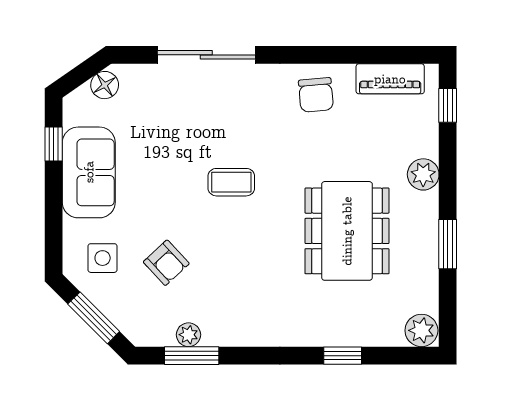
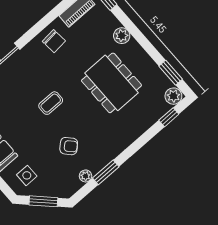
window: (448, 244) -> (171, 73), moved
armchair: (166, 263) -> (69, 146), moved
window: (192, 356) -> (106, 172), moved
window: (343, 356) -> (169, 117), moved

